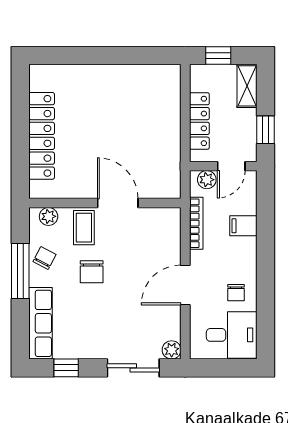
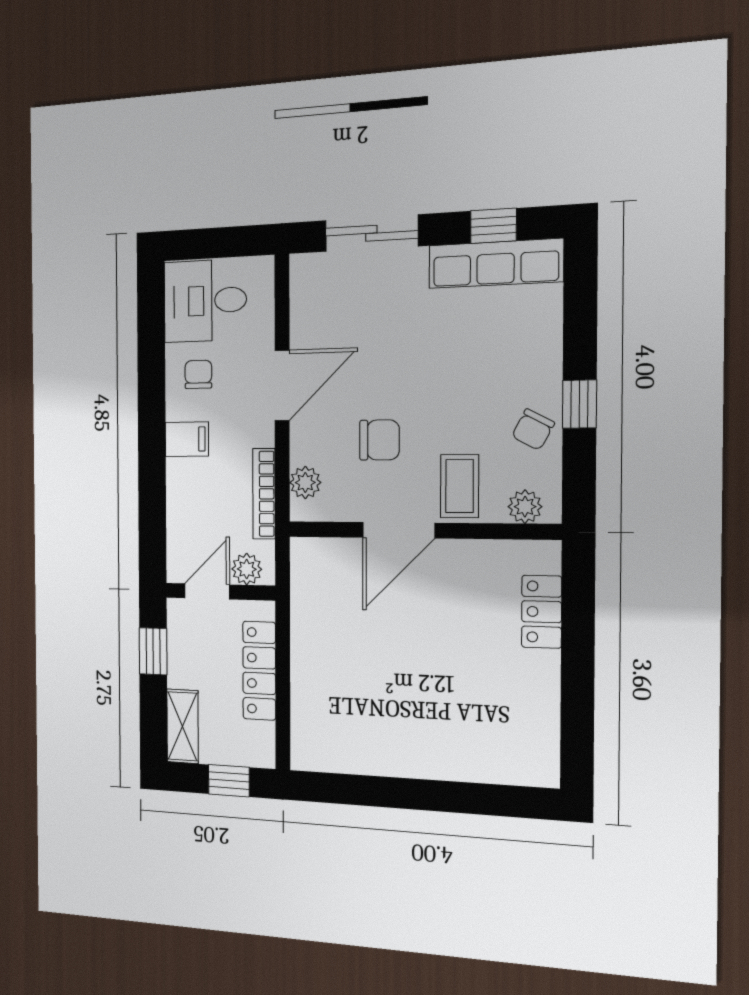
locker: (42, 136) -> (542, 612), width x0.46, depth x0.83
door: (118, 203) -> (399, 530), hinge flipped
filing cabinet: (243, 226) -> (187, 439), moved
window: (20, 271) -> (579, 404), width x0.46
chair: (92, 272) -> (379, 440), moved, turned 90
row of seats: (41, 323) -> (496, 264), moved, turned -90
plant: (172, 350) -> (305, 483), moved

